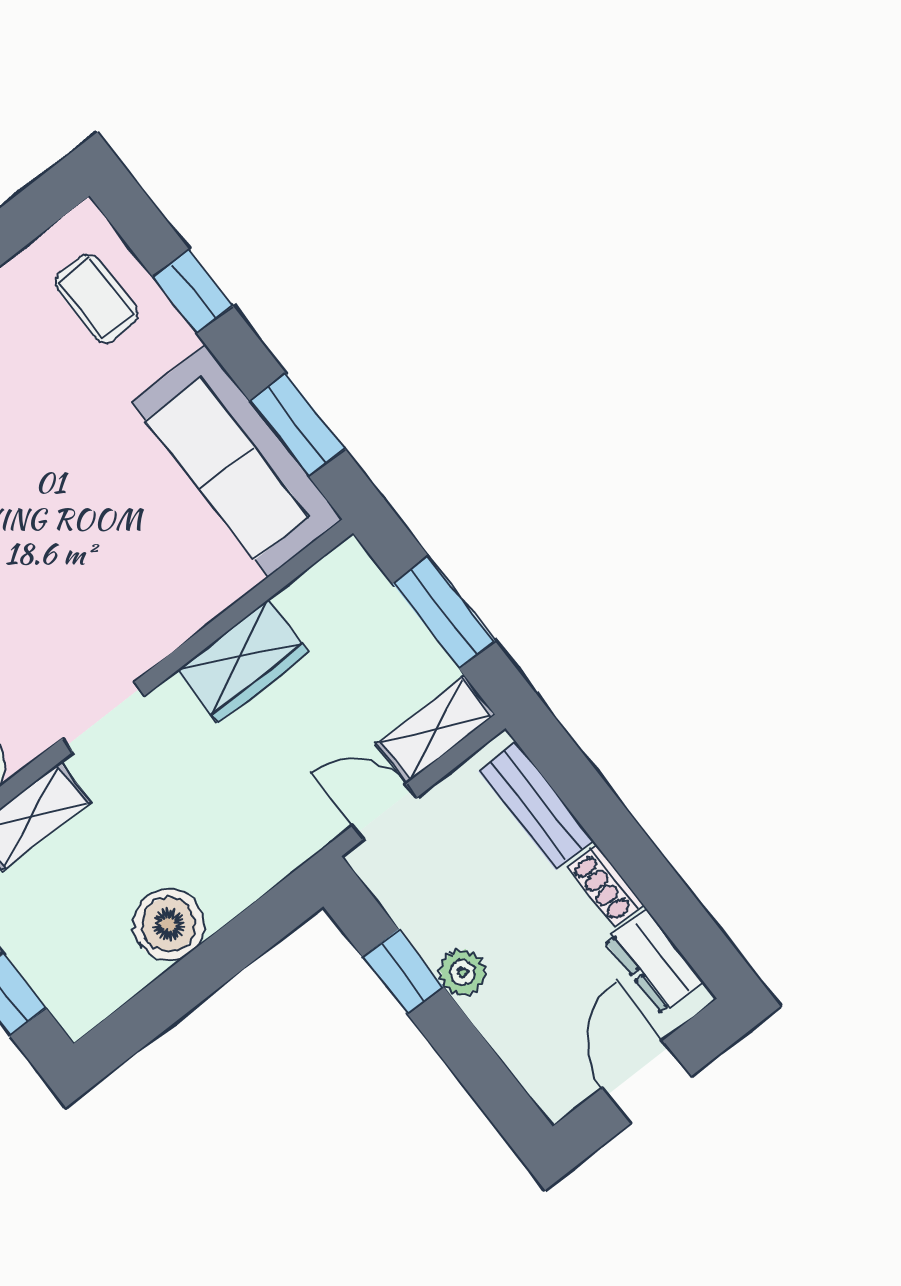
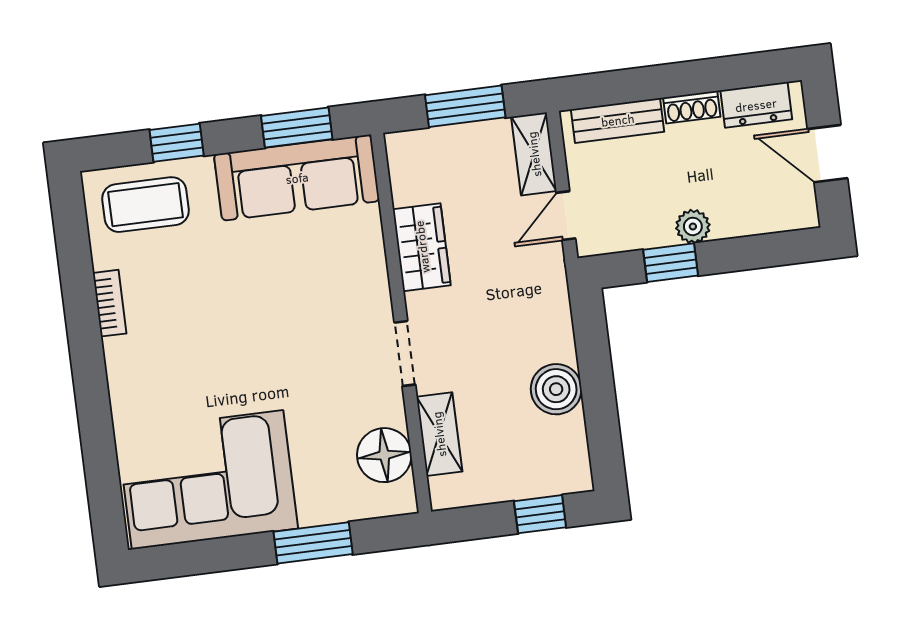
coffee table: (96, 298) -> (146, 205), width x1.36, depth x1.30

